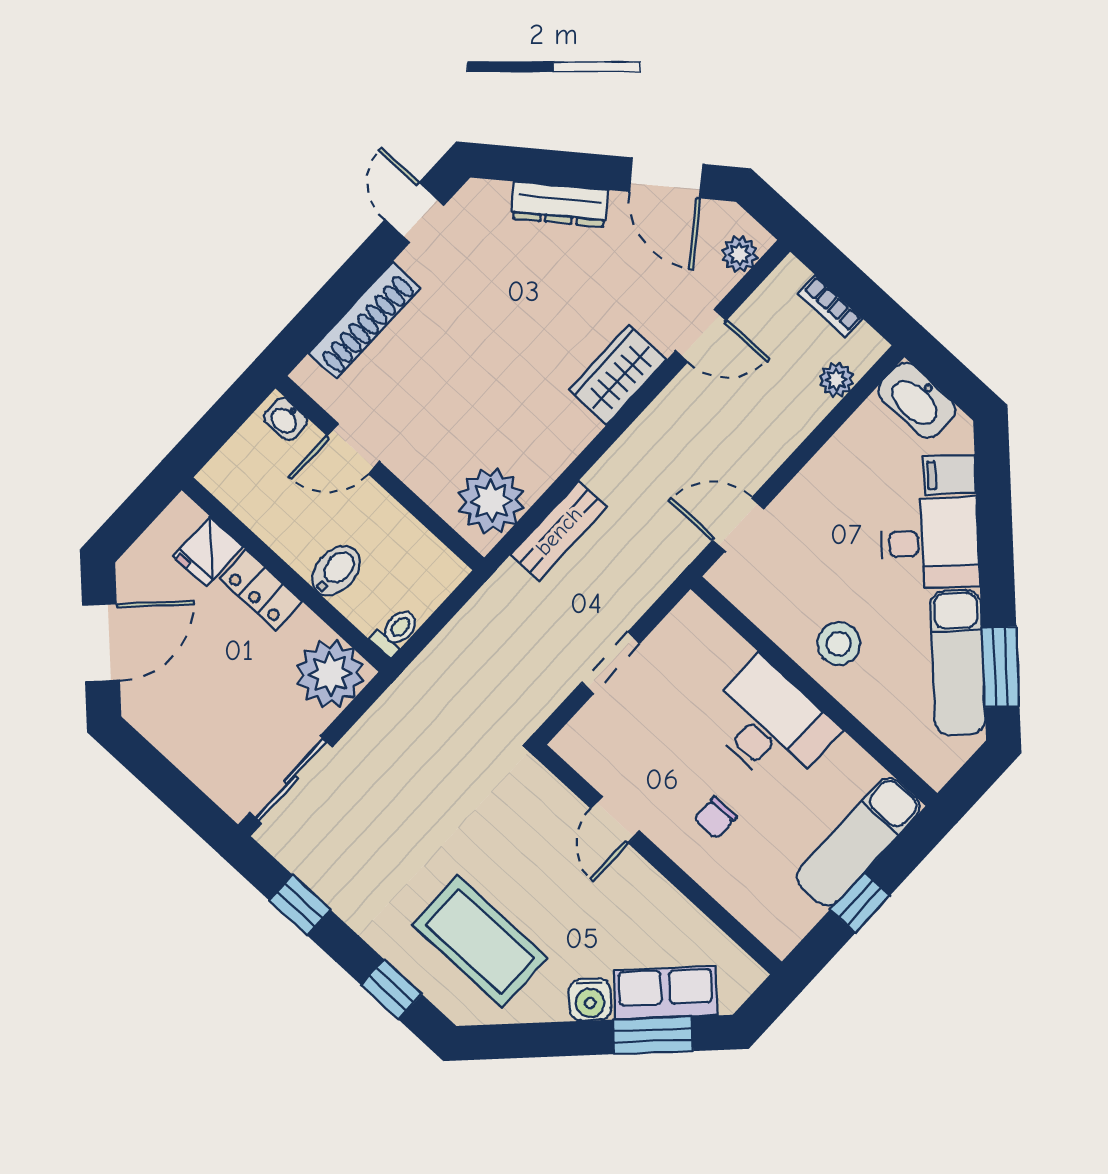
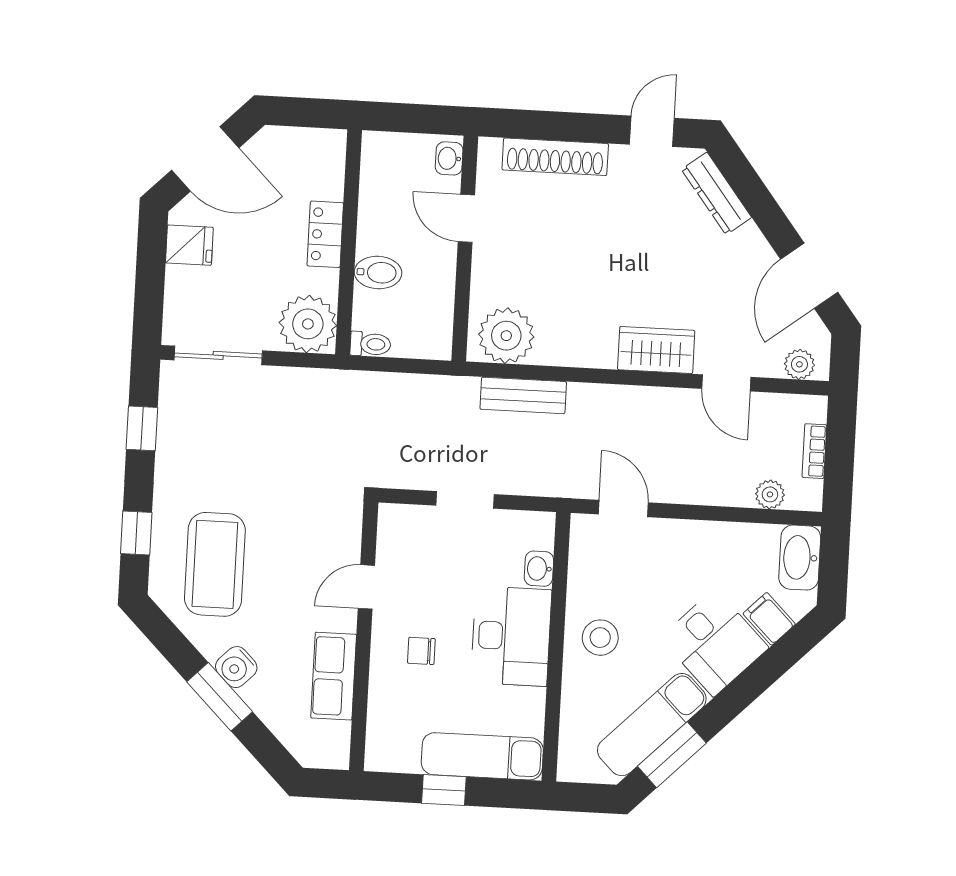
dresser: (560, 204) -> (717, 193), moved
fridge: (208, 551) -> (189, 245), moved, turned 180
washbasin: (729, 648) -> (539, 569), added
row of seats: (666, 993) -> (334, 676), moved, turned -135
window: (653, 1035) -> (220, 697), moved

